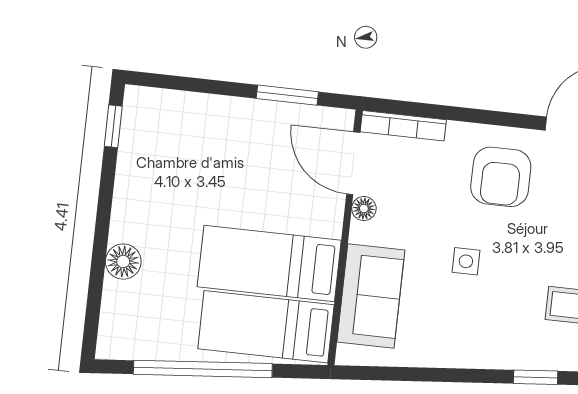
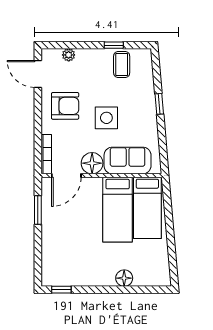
floor lamp: (364, 209) -> (92, 163), width x1.89, depth x1.89
side table: (466, 261) -> (106, 118), width x1.87, depth x1.87
window: (203, 369) -> (170, 235), removed
window: (536, 377) -> (159, 104), moved

